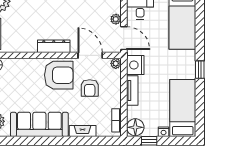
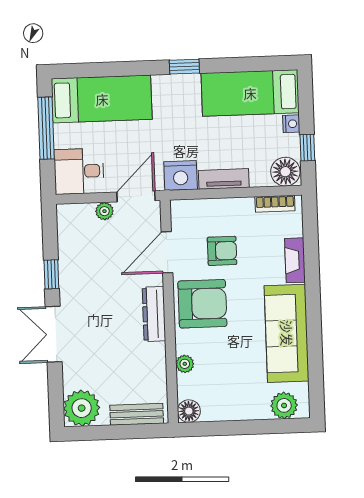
plant: (116, 63) -> (185, 364), moved
armchair: (59, 75) -> (202, 304), turned 90

